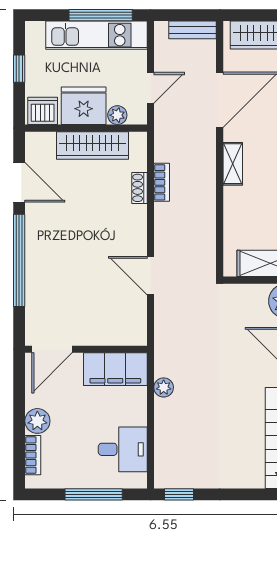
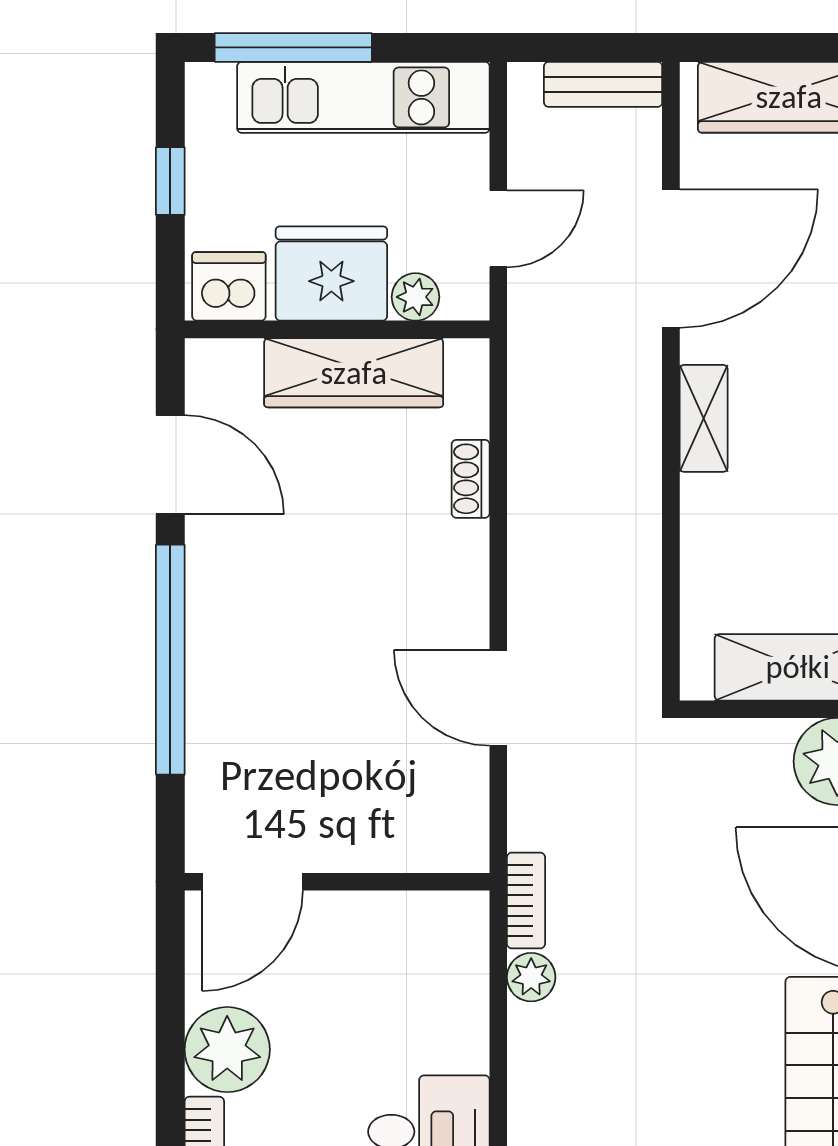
window: (101, 15) -> (293, 47), moved
bookcase: (162, 182) -> (526, 901), moved
filing cabinet: (115, 369) -> (410, 932), removed
plant: (37, 421) -> (227, 1050), width x1.36, depth x1.36

